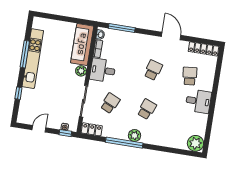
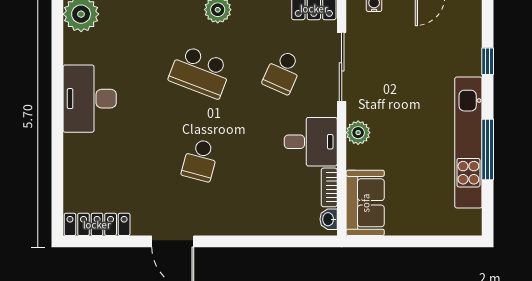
window: (122, 28) -> (284, 241), removed
sofa: (82, 44) -> (365, 203), width x0.73
school desk: (190, 76) -> (118, 160), removed
desk: (198, 101) -> (90, 99), width x1.37
school desk: (147, 109) -> (200, 72), width x1.85

